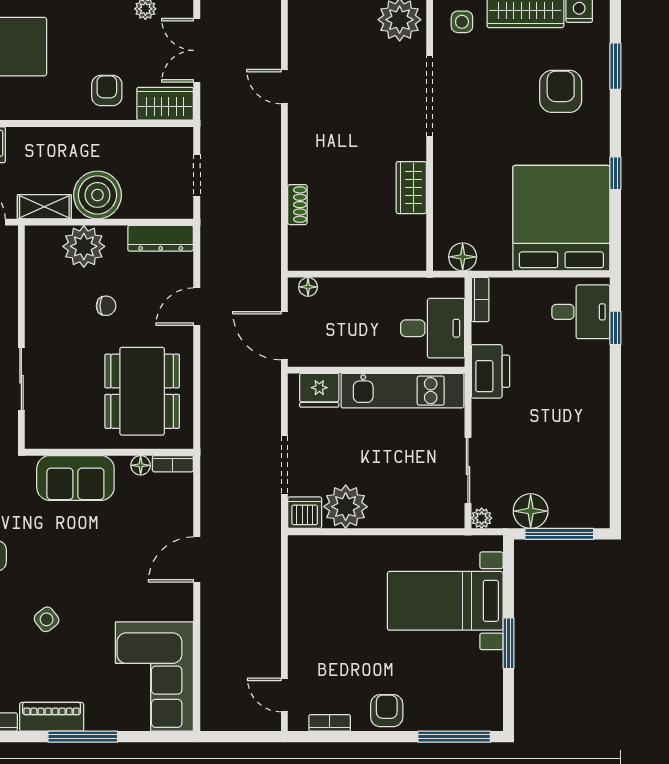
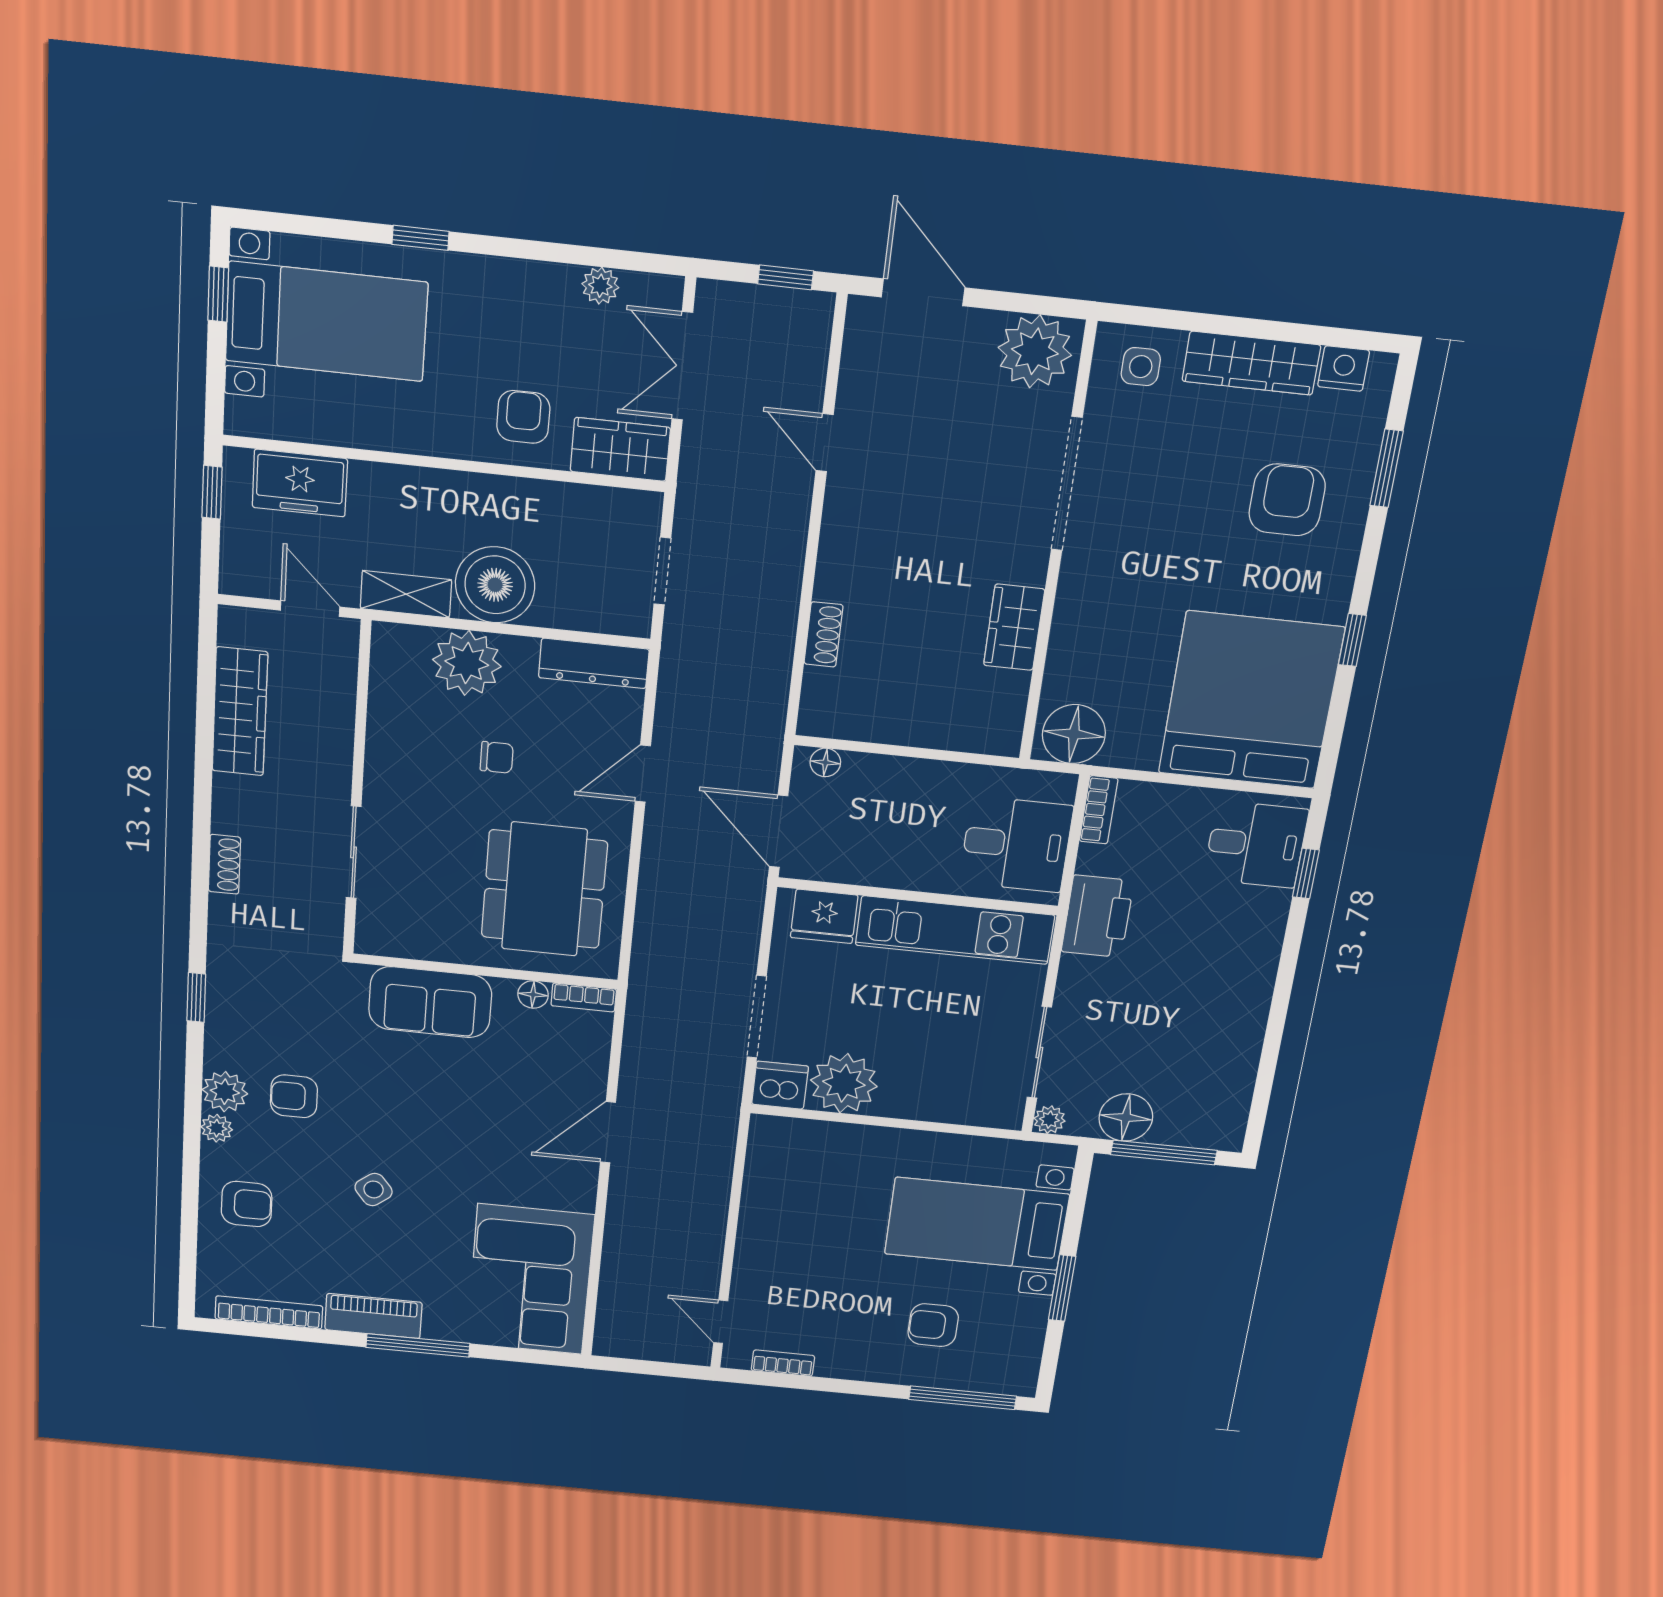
floor lamp: (463, 257) -> (1074, 734), width x1.38, depth x1.38
armchair: (387, 711) -> (933, 1325), moved, turned -90

